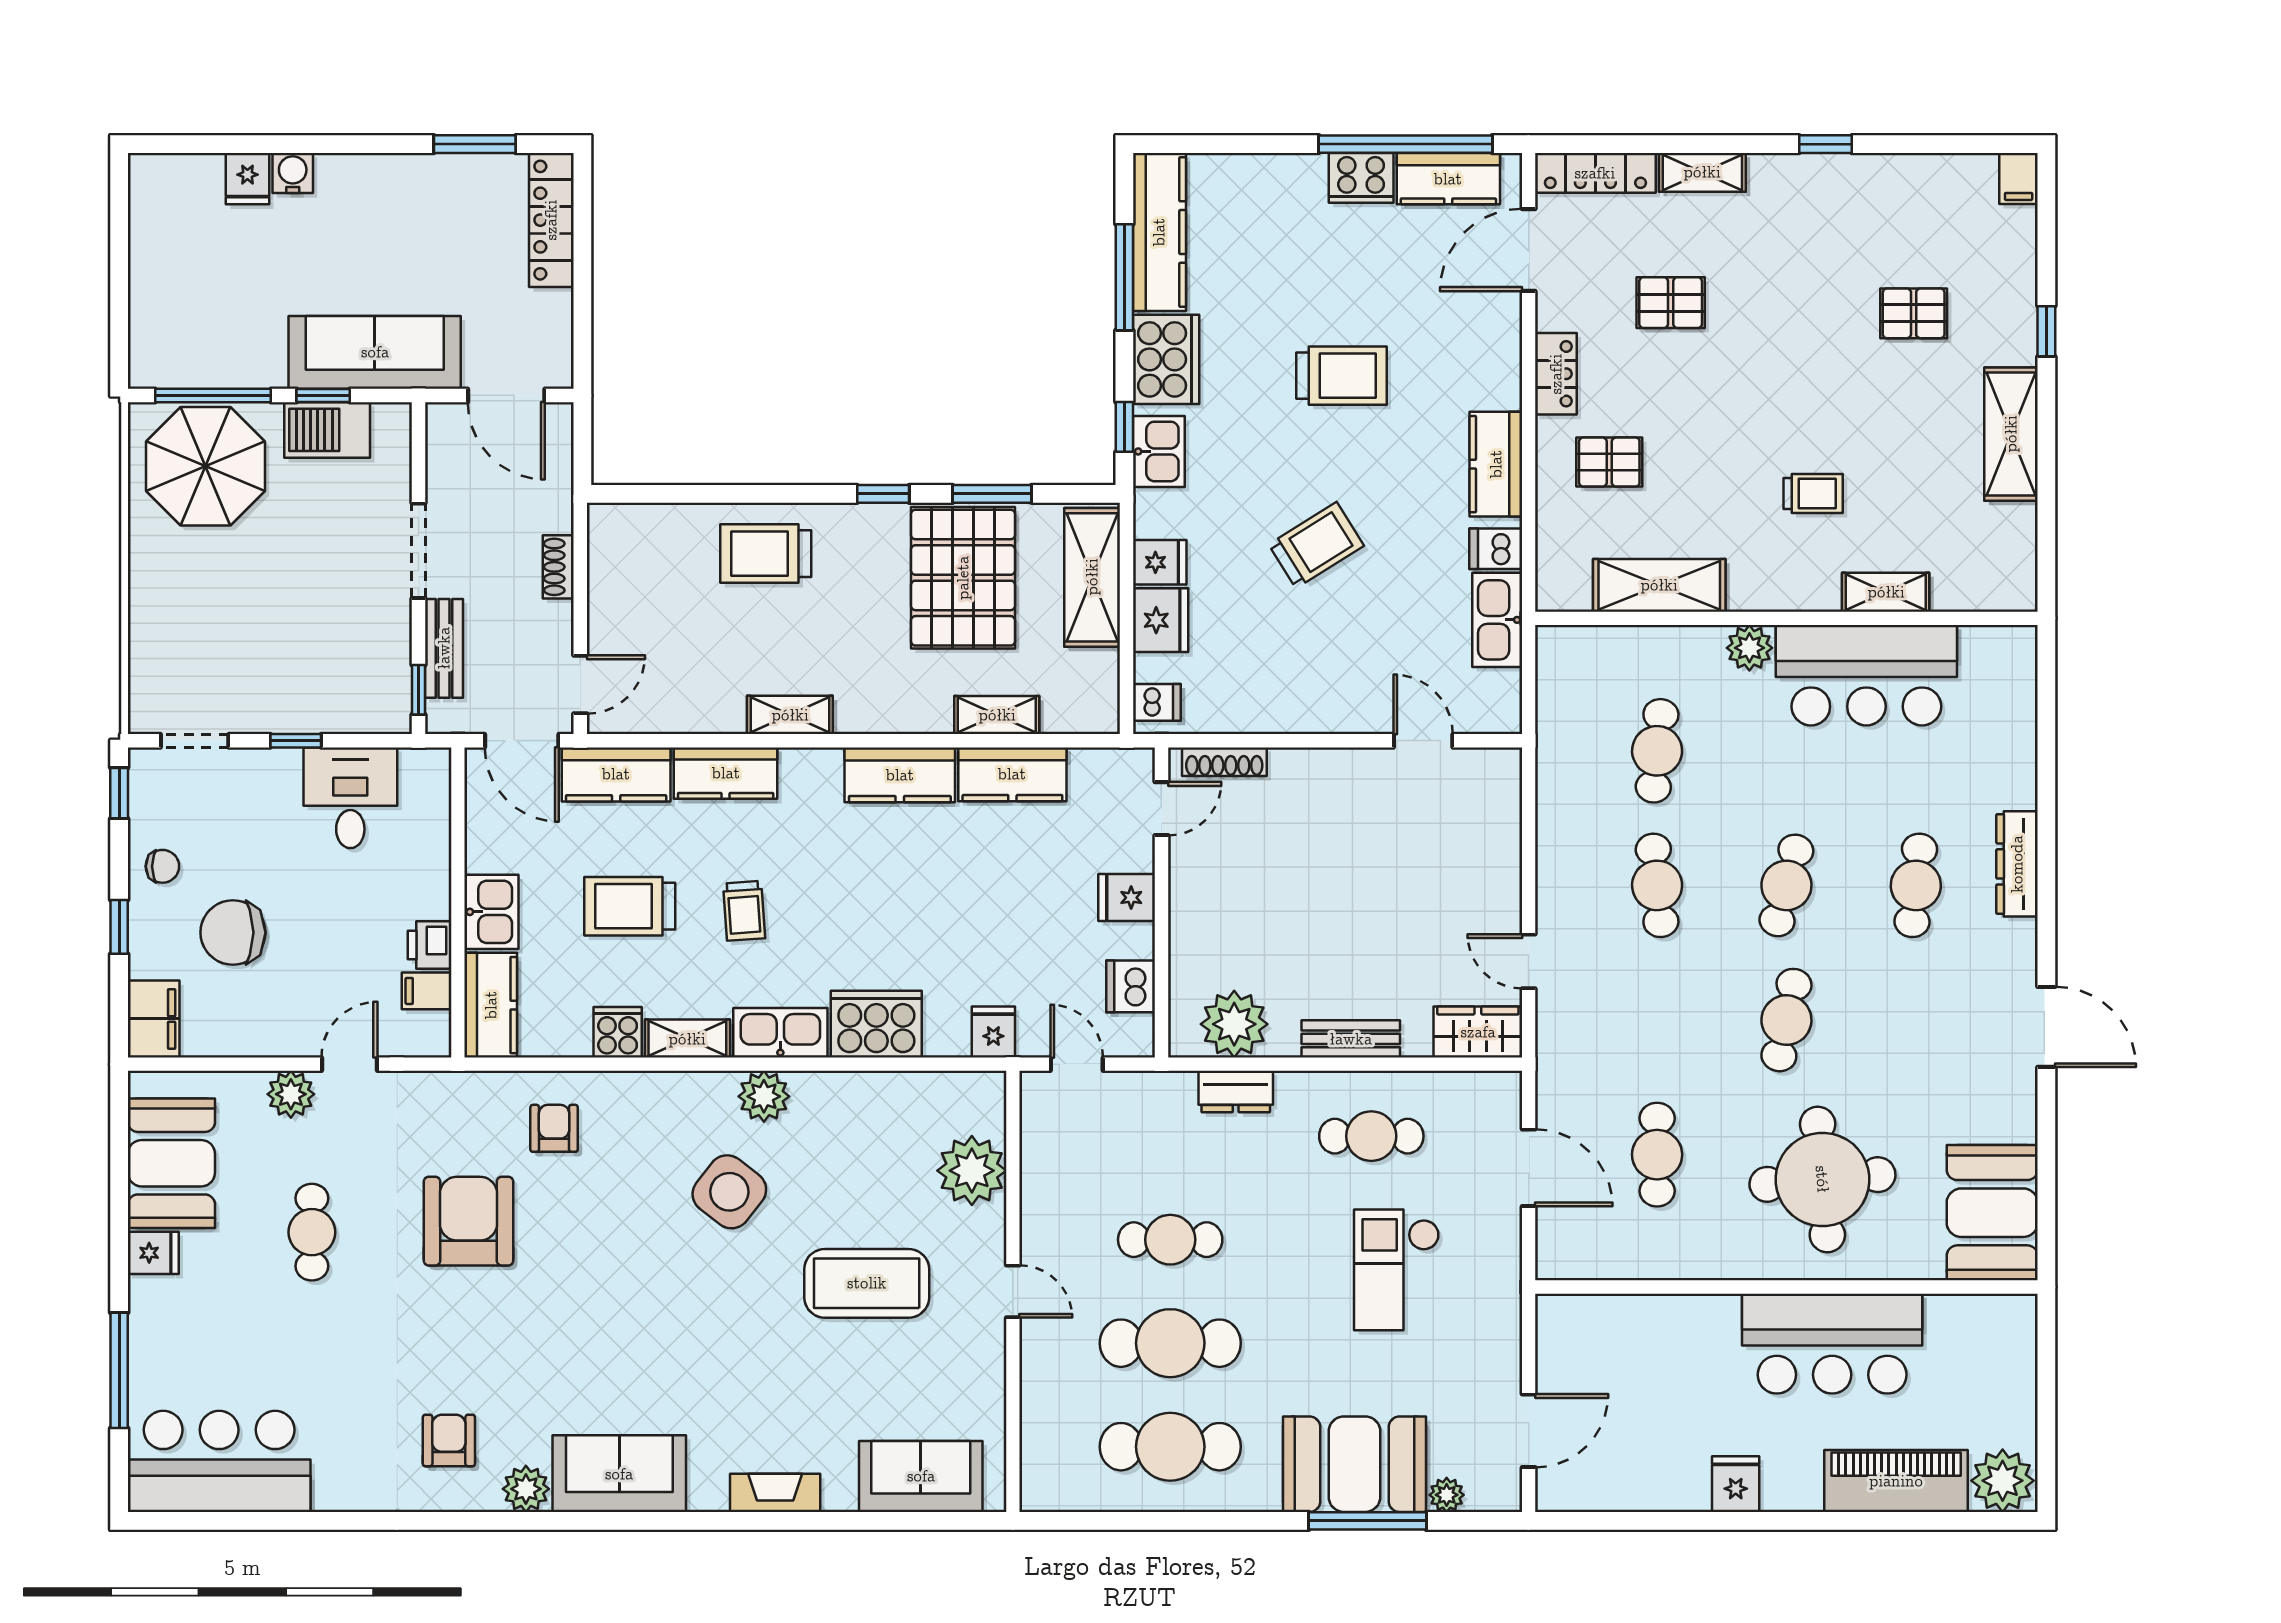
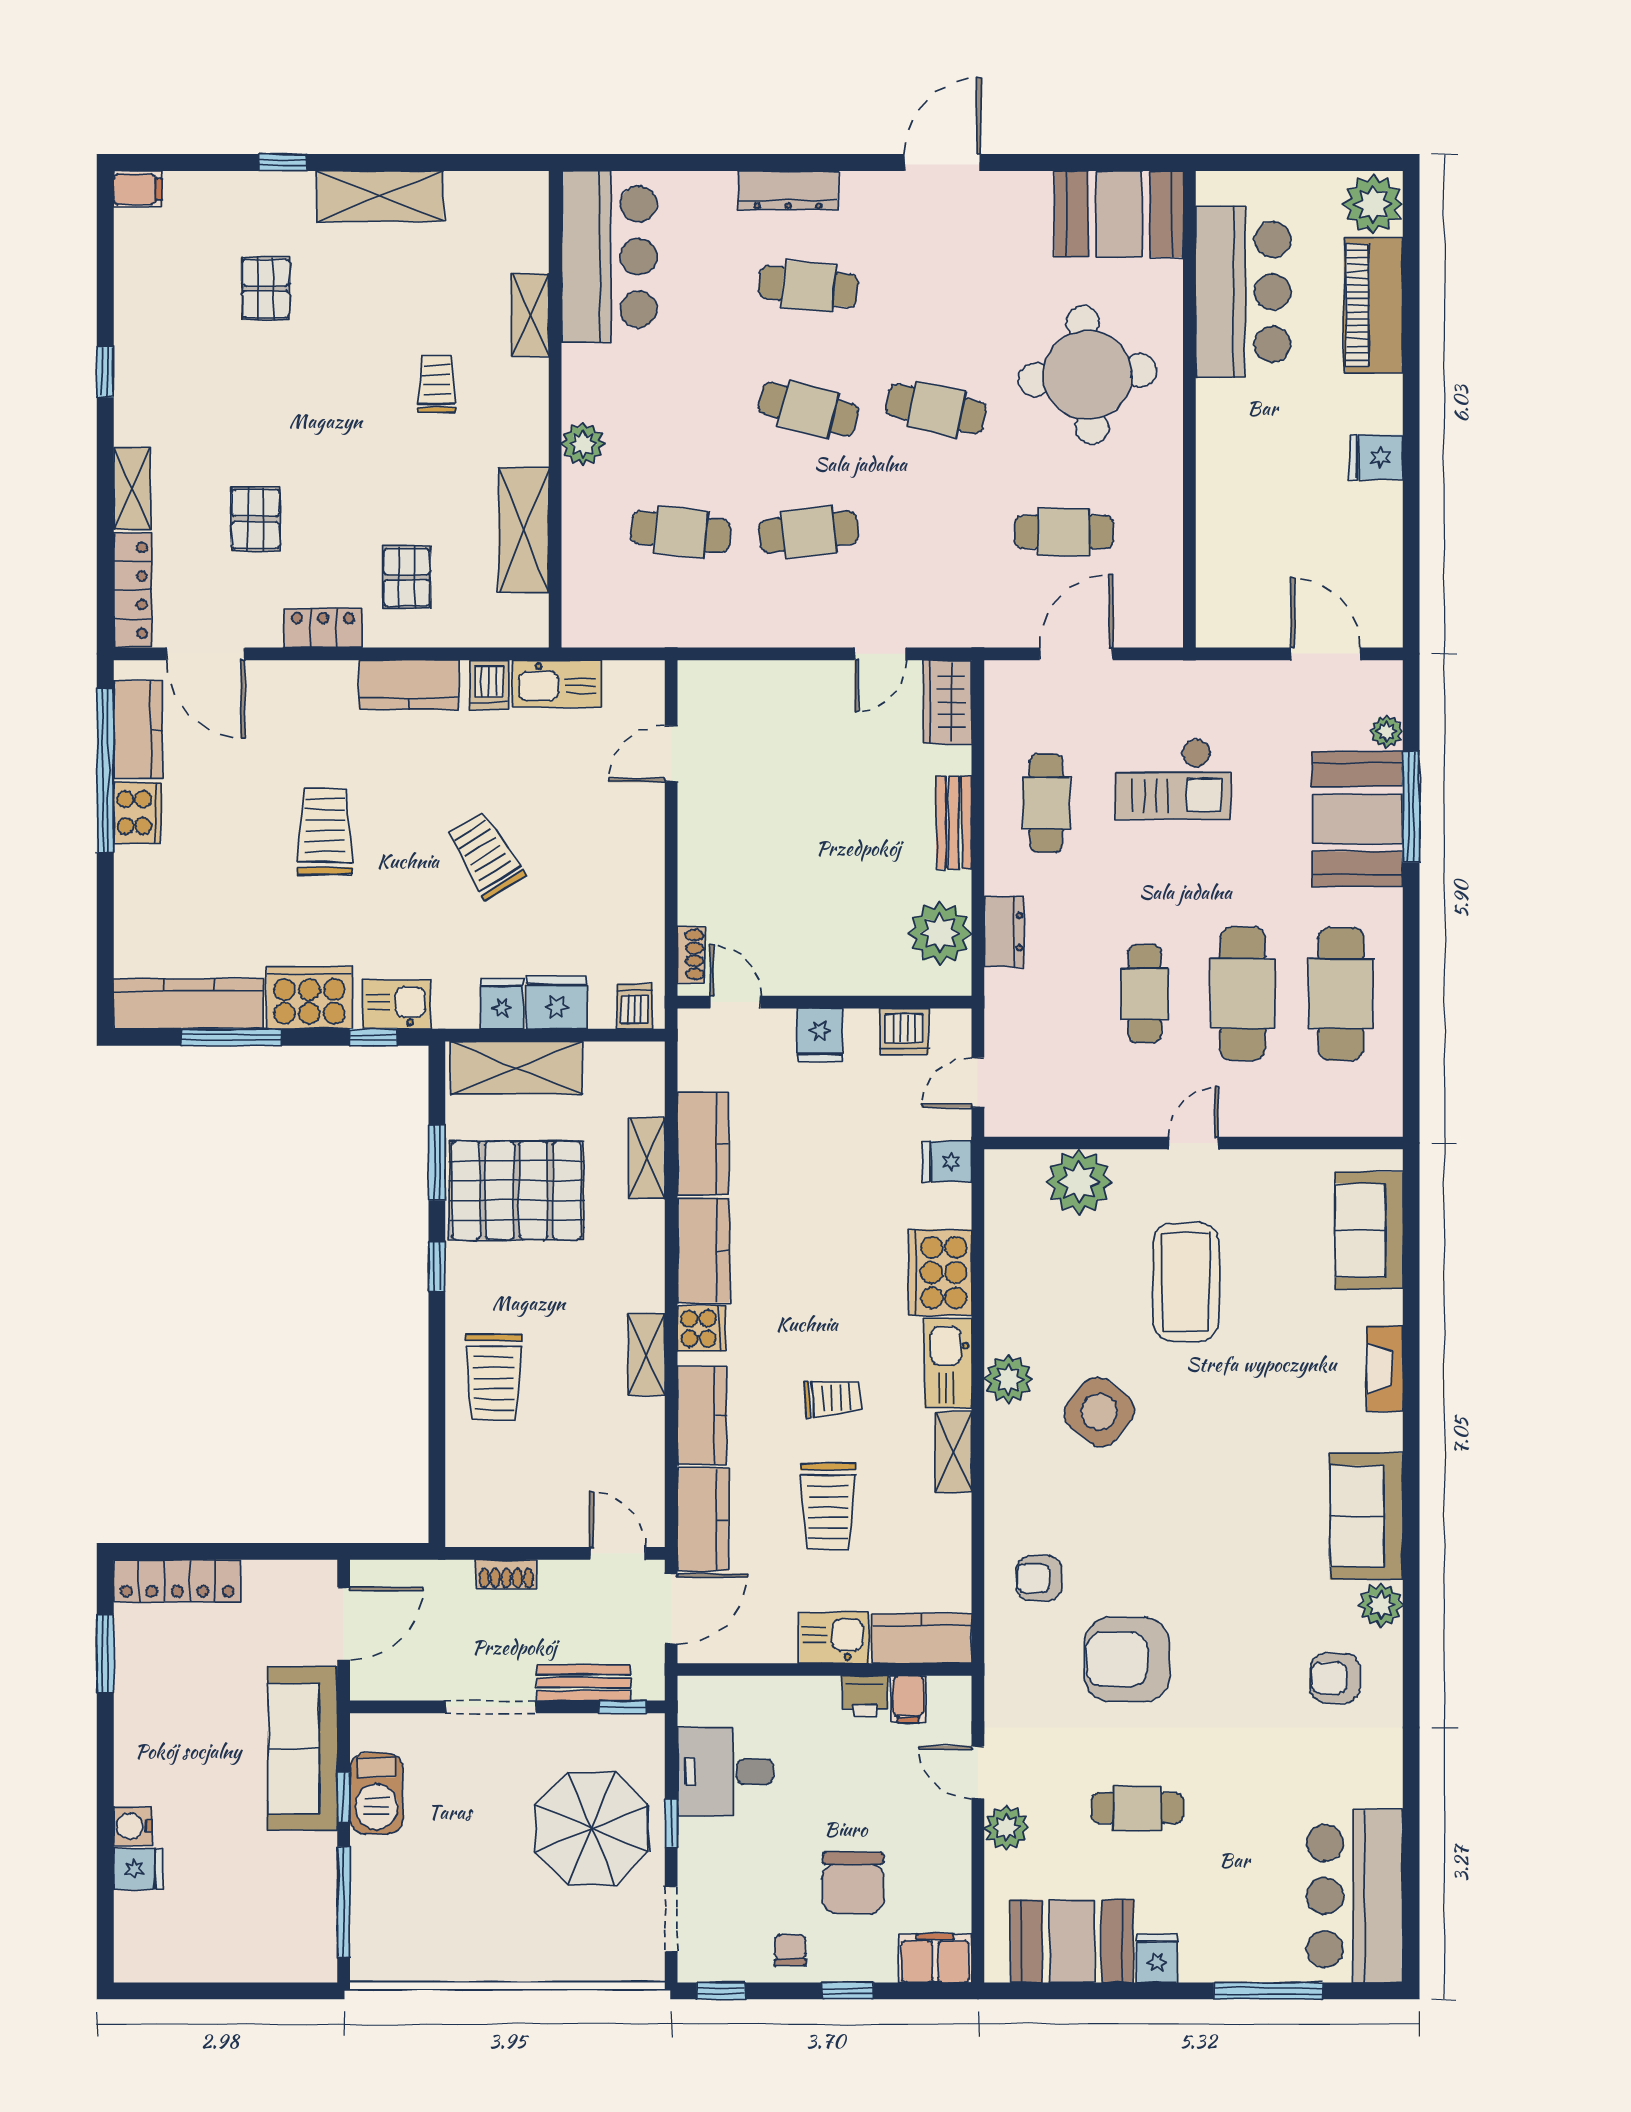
parasol: (205, 466) -> (592, 1828), moved
bar counter: (1866, 675) -> (609, 257), moved
shoe rack: (1224, 762) -> (691, 954), width x0.70
cooker: (618, 1032) -> (701, 1329), moved, turned 180
bar counter: (1832, 1344) -> (1243, 292), moved

